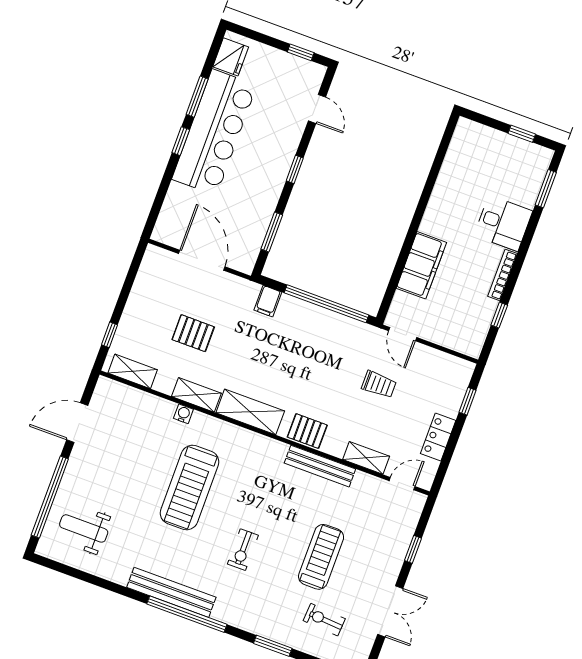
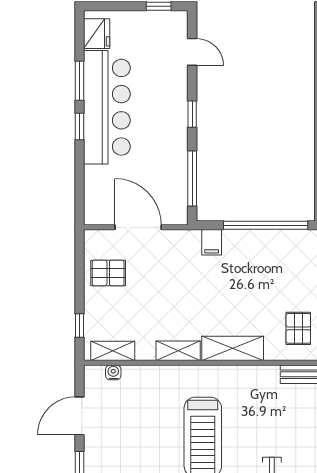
window: (272, 232) -> (192, 179), width x1.44
pallet: (193, 333) -> (108, 273), moved
water cooler: (183, 414) -> (113, 372), moved
pallet: (307, 431) -> (298, 328), moved, turned 90

